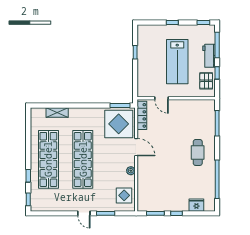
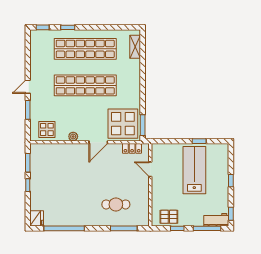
workbench: (209, 56) -> (216, 220), moved
lab bench: (177, 62) -> (194, 170), moved, turned 90
door: (161, 98) -> (150, 169), hinge flipped
shelving: (57, 112) -> (135, 47), moved
locker: (142, 115) -> (132, 148), width x0.66
cafe table: (198, 152) -> (116, 204), moved
fridge: (196, 205) -> (37, 218), moved

